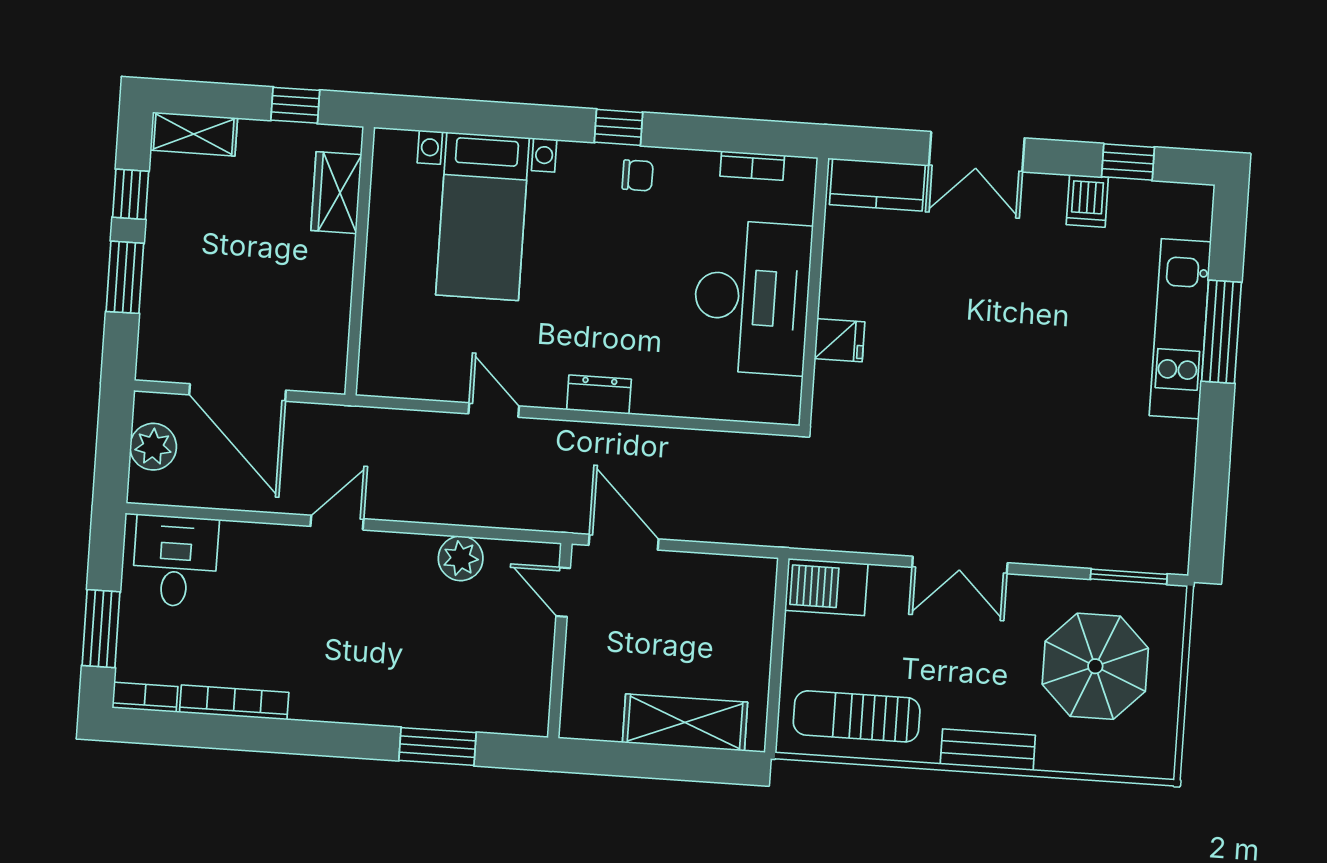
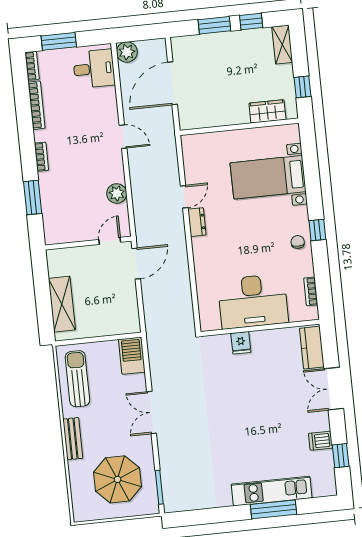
chair: (638, 175) -> (298, 242), turned 180
dresser: (599, 395) -> (197, 222), moved
plant: (153, 447) -> (127, 52), moved
bookcase: (350, 711) -> (41, 157), added

